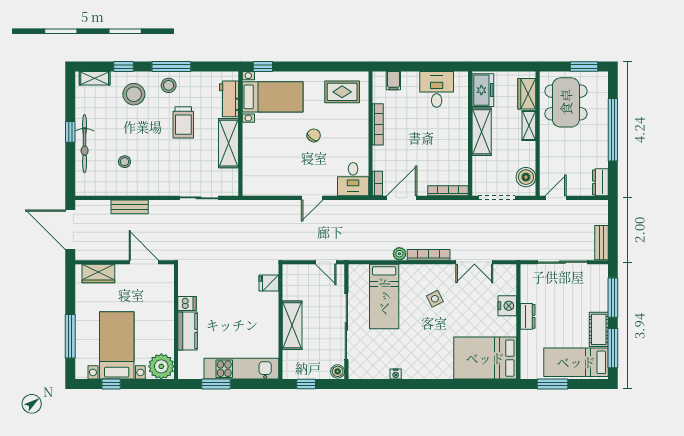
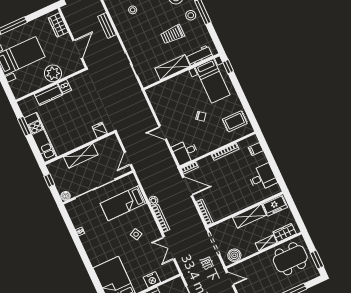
rug: (342, 92) -> (235, 121), turned 90
plant: (161, 366) -> (53, 73), moved

